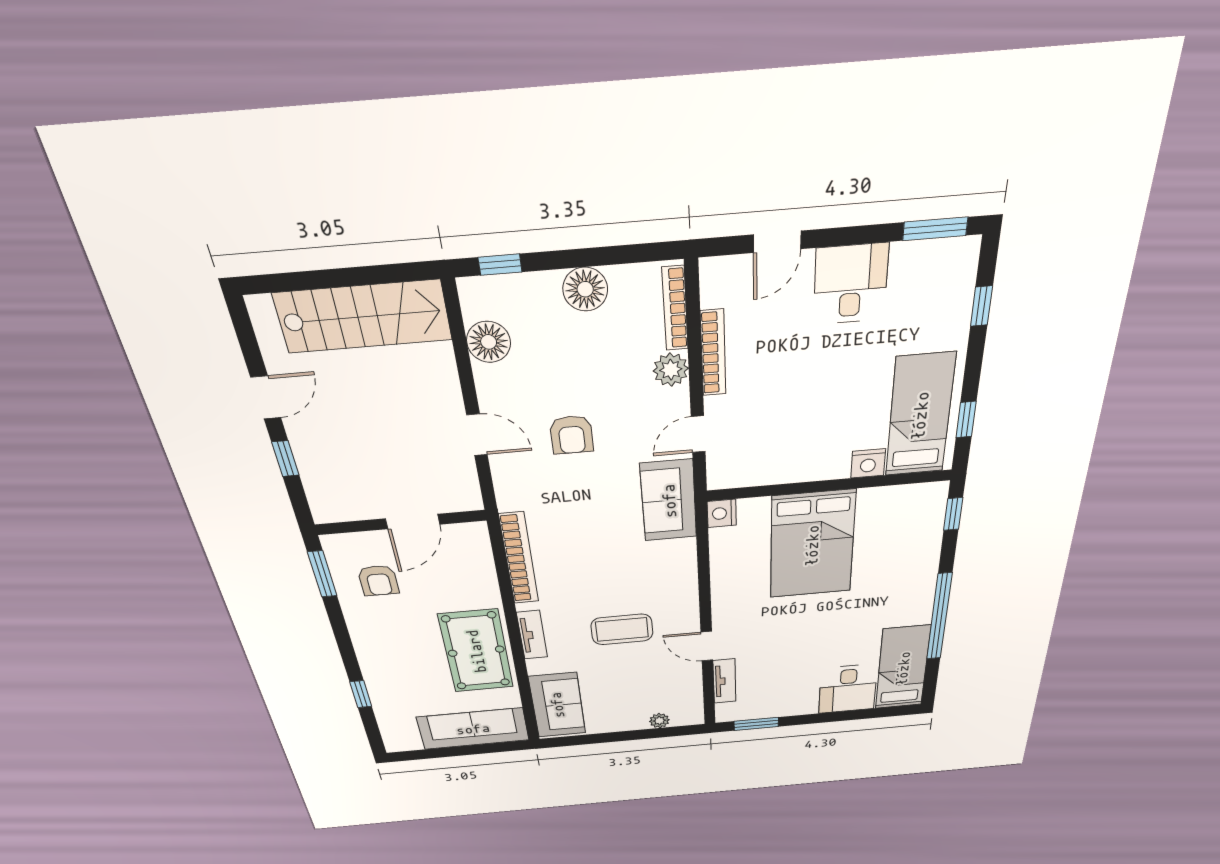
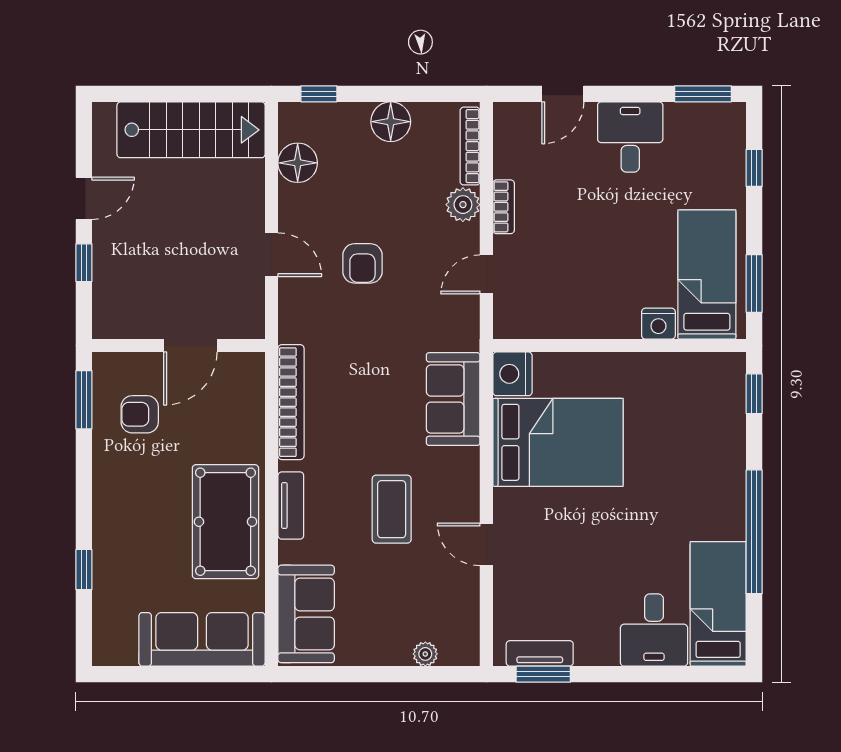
bookcase: (713, 353) -> (504, 207), width x0.64
window: (966, 420) -> (754, 284), width x1.50
sofa: (669, 501) -> (453, 399), moved
nightstand: (722, 513) -> (512, 374), width x1.36, depth x1.33
bed: (812, 545) -> (558, 442), moved, turned -90
armchair: (378, 581) -> (140, 414), turned 90
coffee table: (622, 629) -> (392, 509), turned 90
tv unit: (724, 681) -> (540, 653), moved, turned -90

